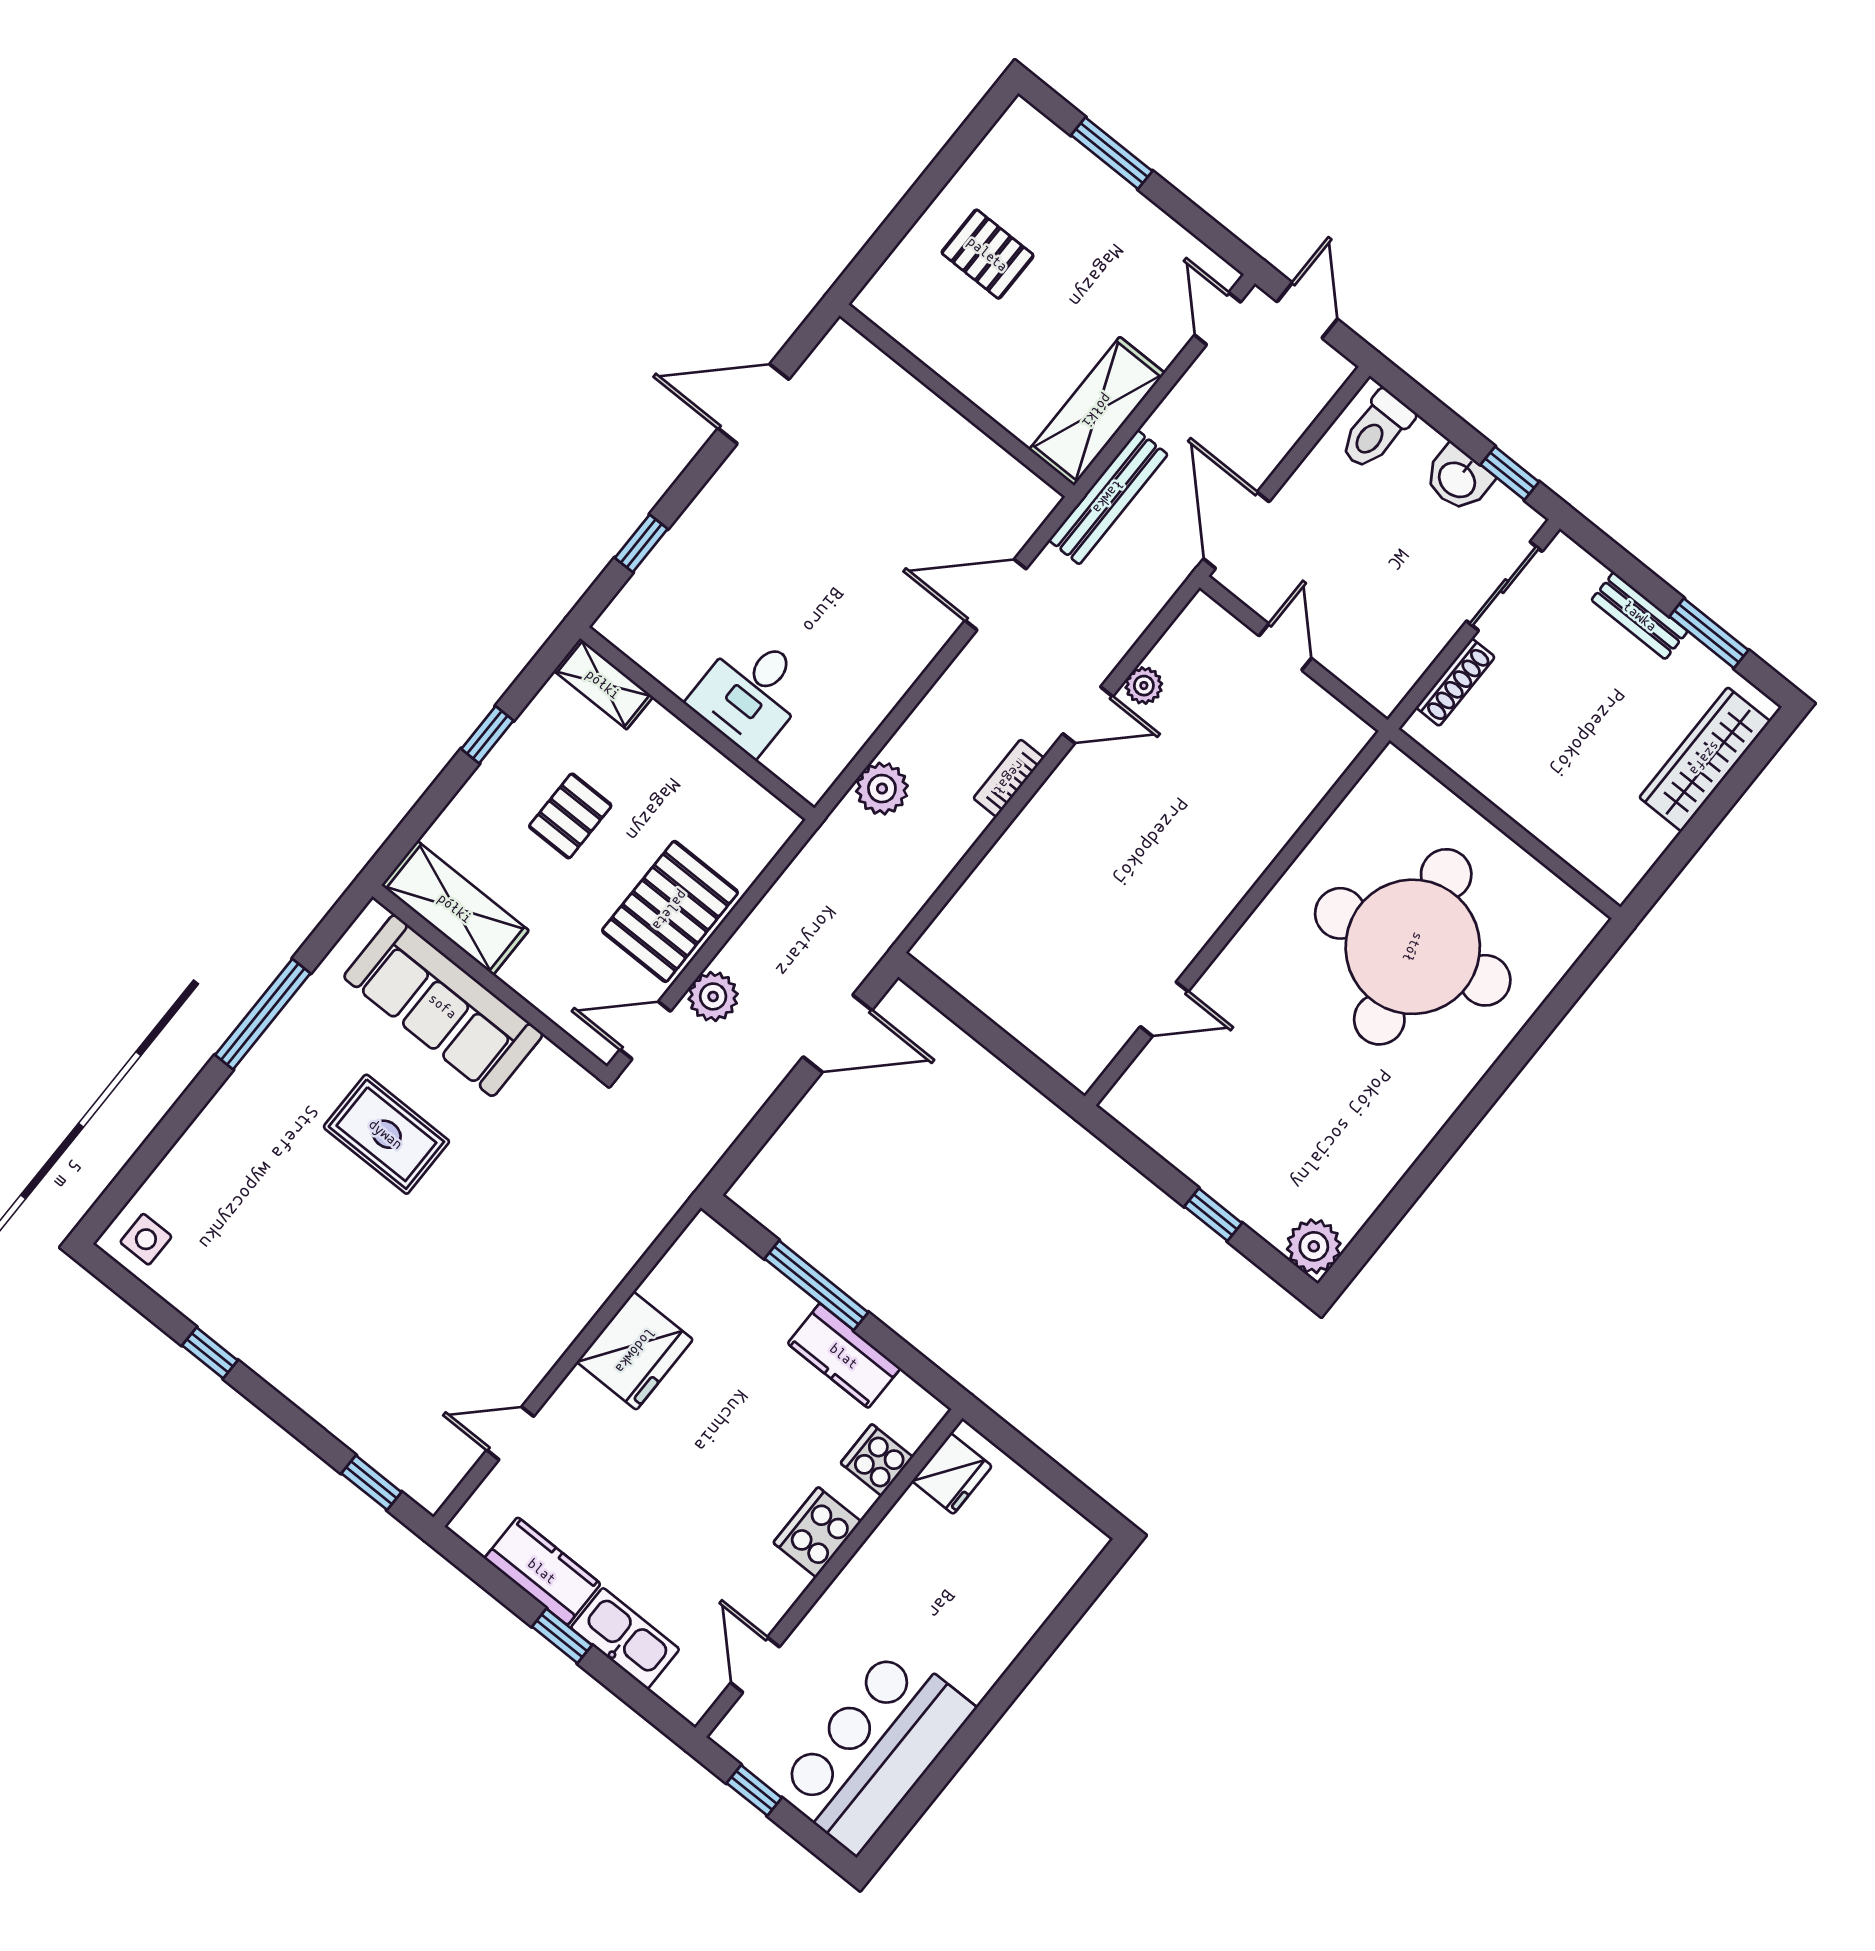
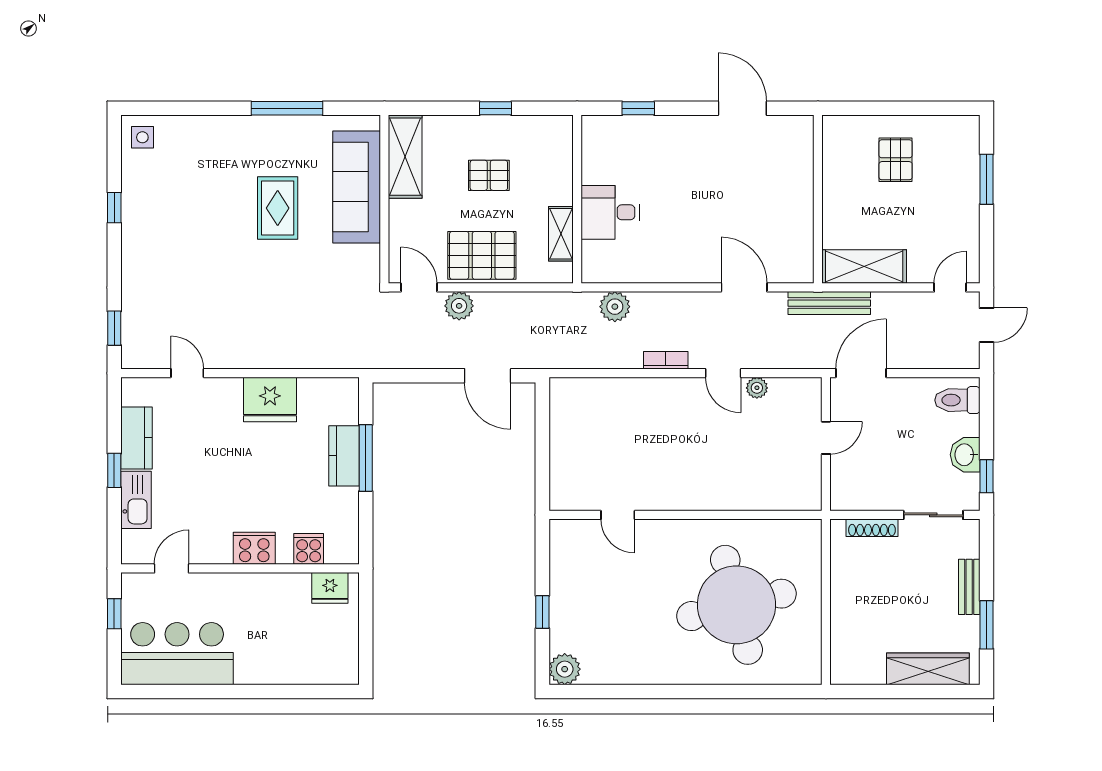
shelving: (603, 684) -> (561, 234), moved
kitchen counter: (844, 1356) -> (344, 456), moved

